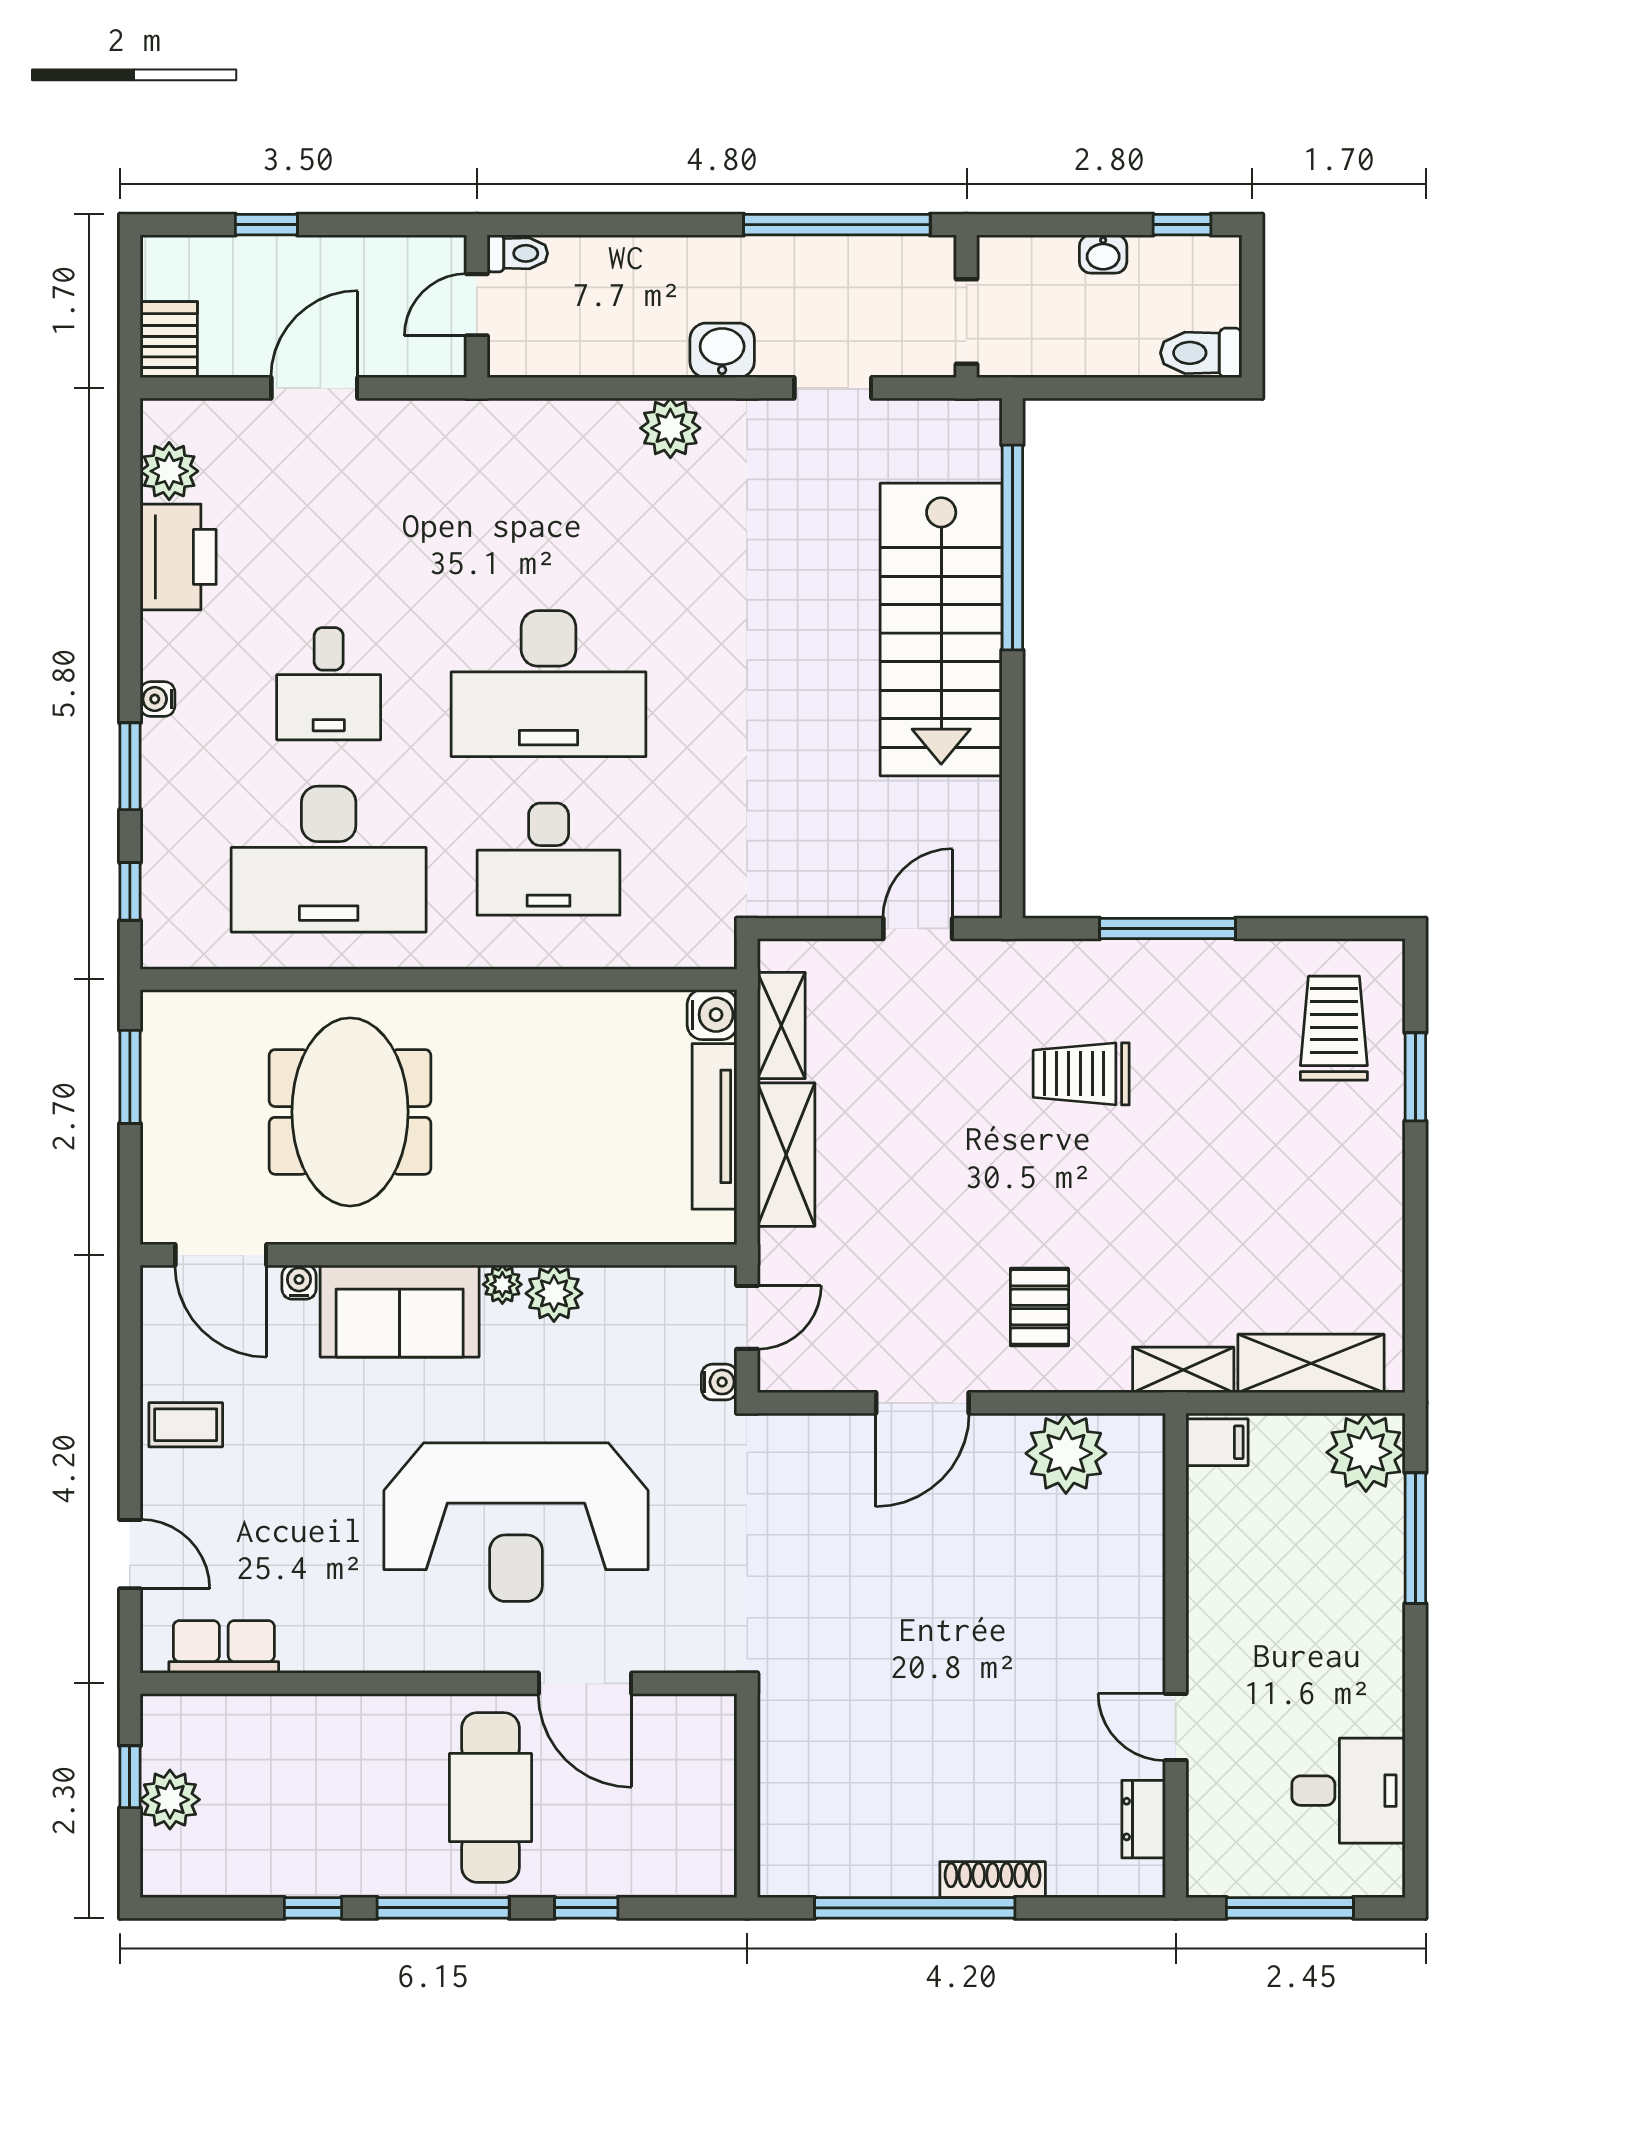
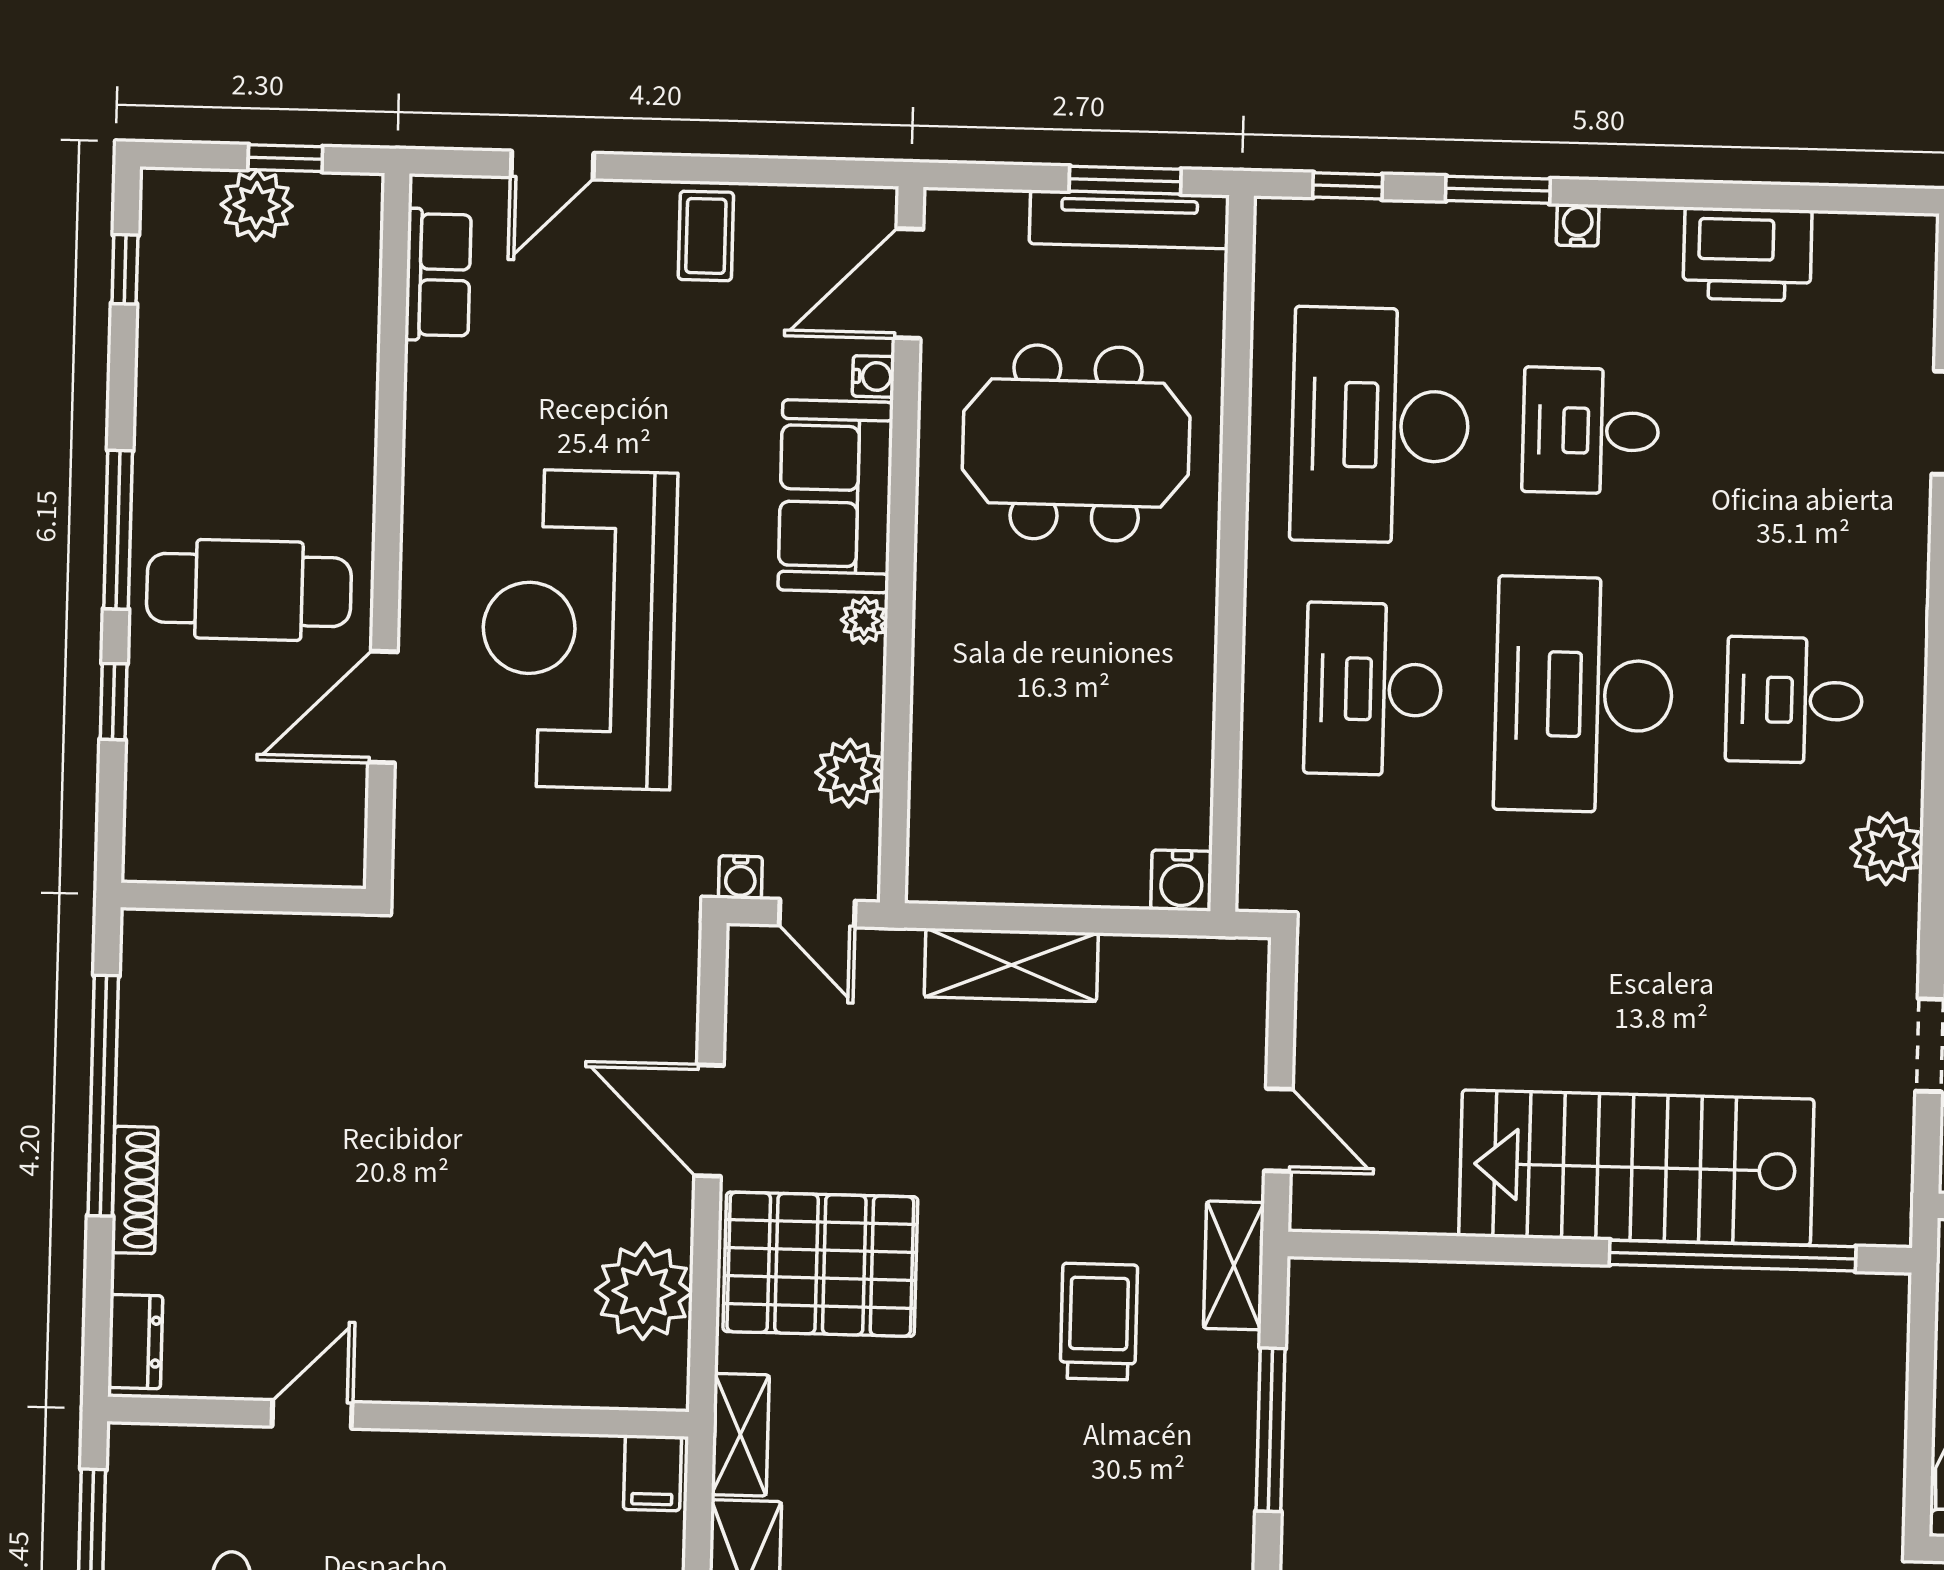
plant: (169, 471) -> (1851, 246), removed
desk: (549, 508) -> (1794, 700), added
shelving: (781, 1026) -> (1234, 1265), moved, turned 90
tv unit: (715, 1126) -> (1129, 219), moved, turned 180
plant: (554, 1293) -> (849, 773), moved
pallet: (1039, 1307) -> (820, 1264), width x2.05, depth x2.00
dresser: (1144, 1819) -> (135, 1342), moved, turned 90
window: (313, 1908) -> (125, 269), moved

